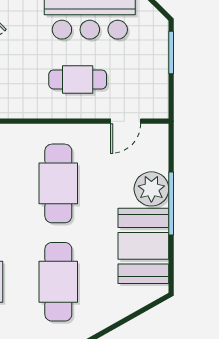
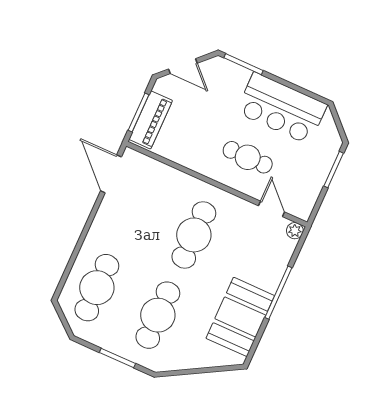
door: (126, 121) -> (271, 209), swing flipped
plant: (151, 189) -> (295, 231), moved, width x0.53, depth x0.53

